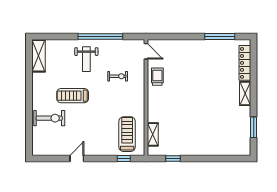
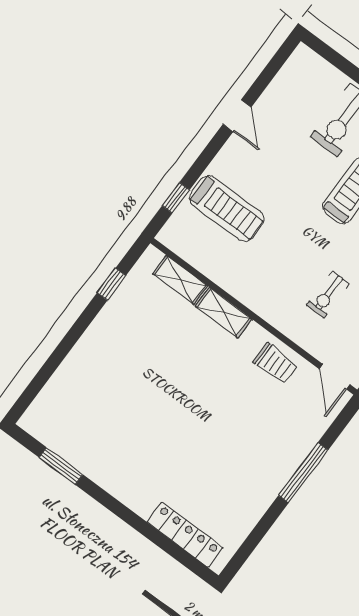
window: (220, 37) -> (303, 473), moved
door: (146, 51) -> (335, 377), hinge flipped
shelving: (245, 93) -> (224, 313), moved
treadmill: (127, 134) -> (227, 208), moved

